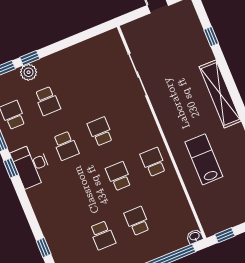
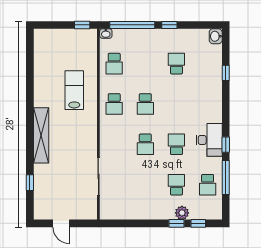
lab bench: (204, 159) -> (74, 90), turned 180
school desk: (137, 221) -> (114, 64), moved

